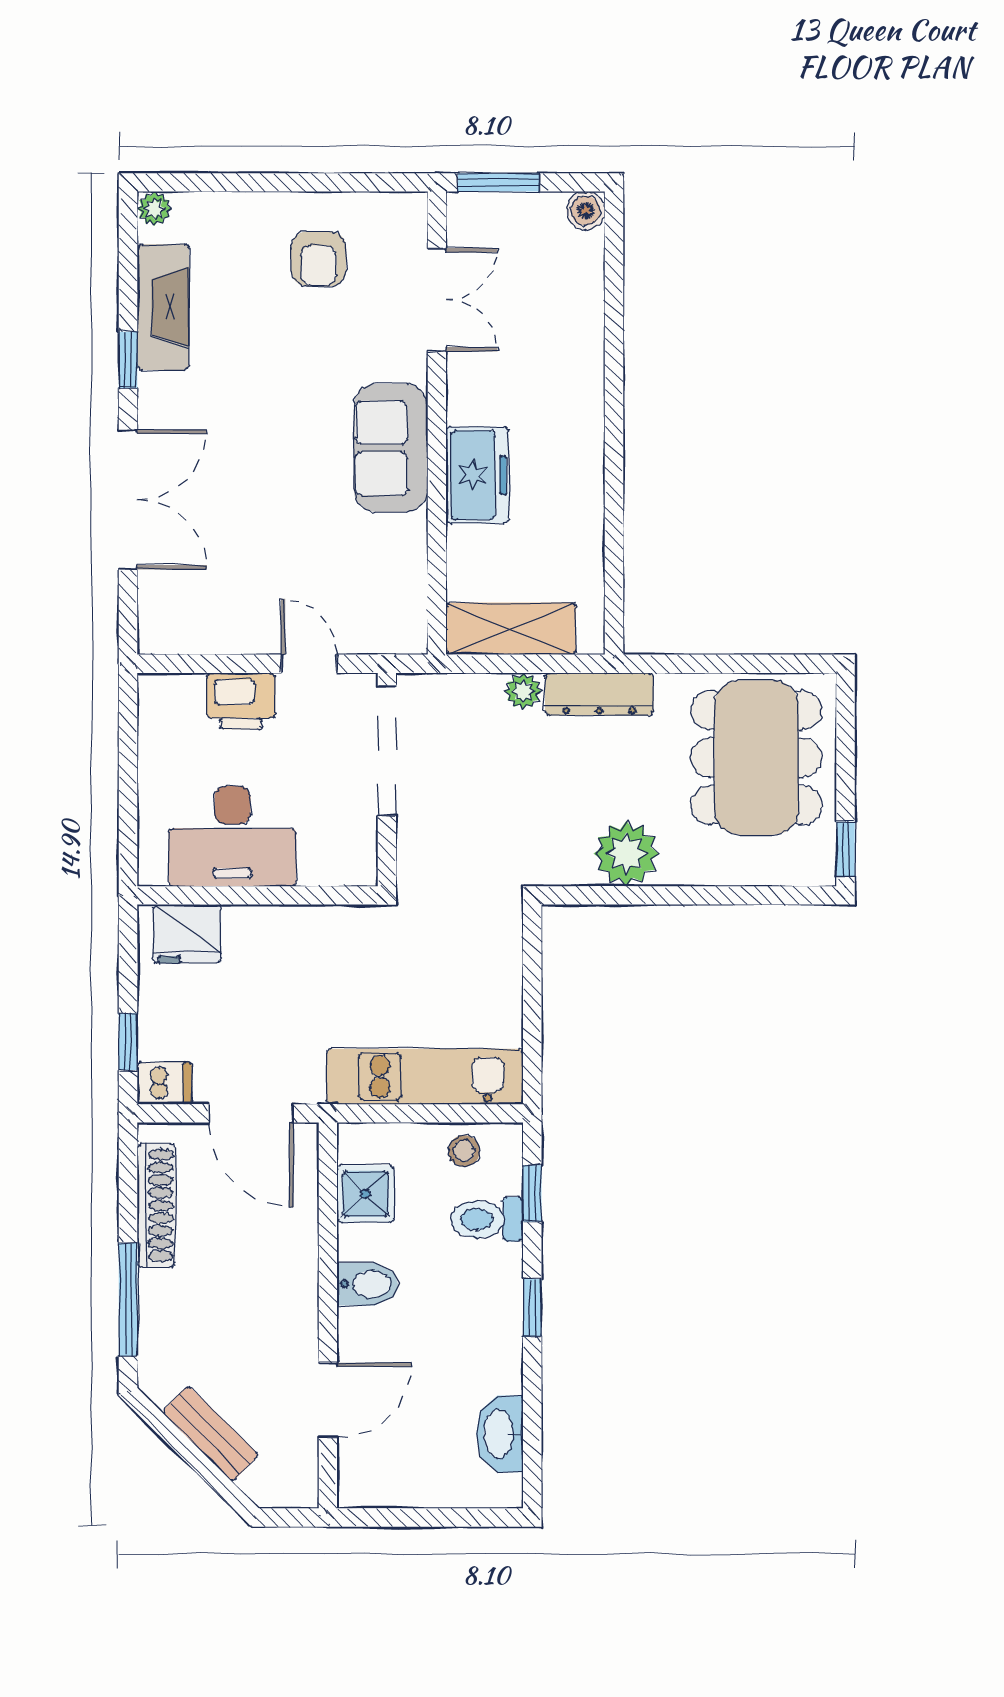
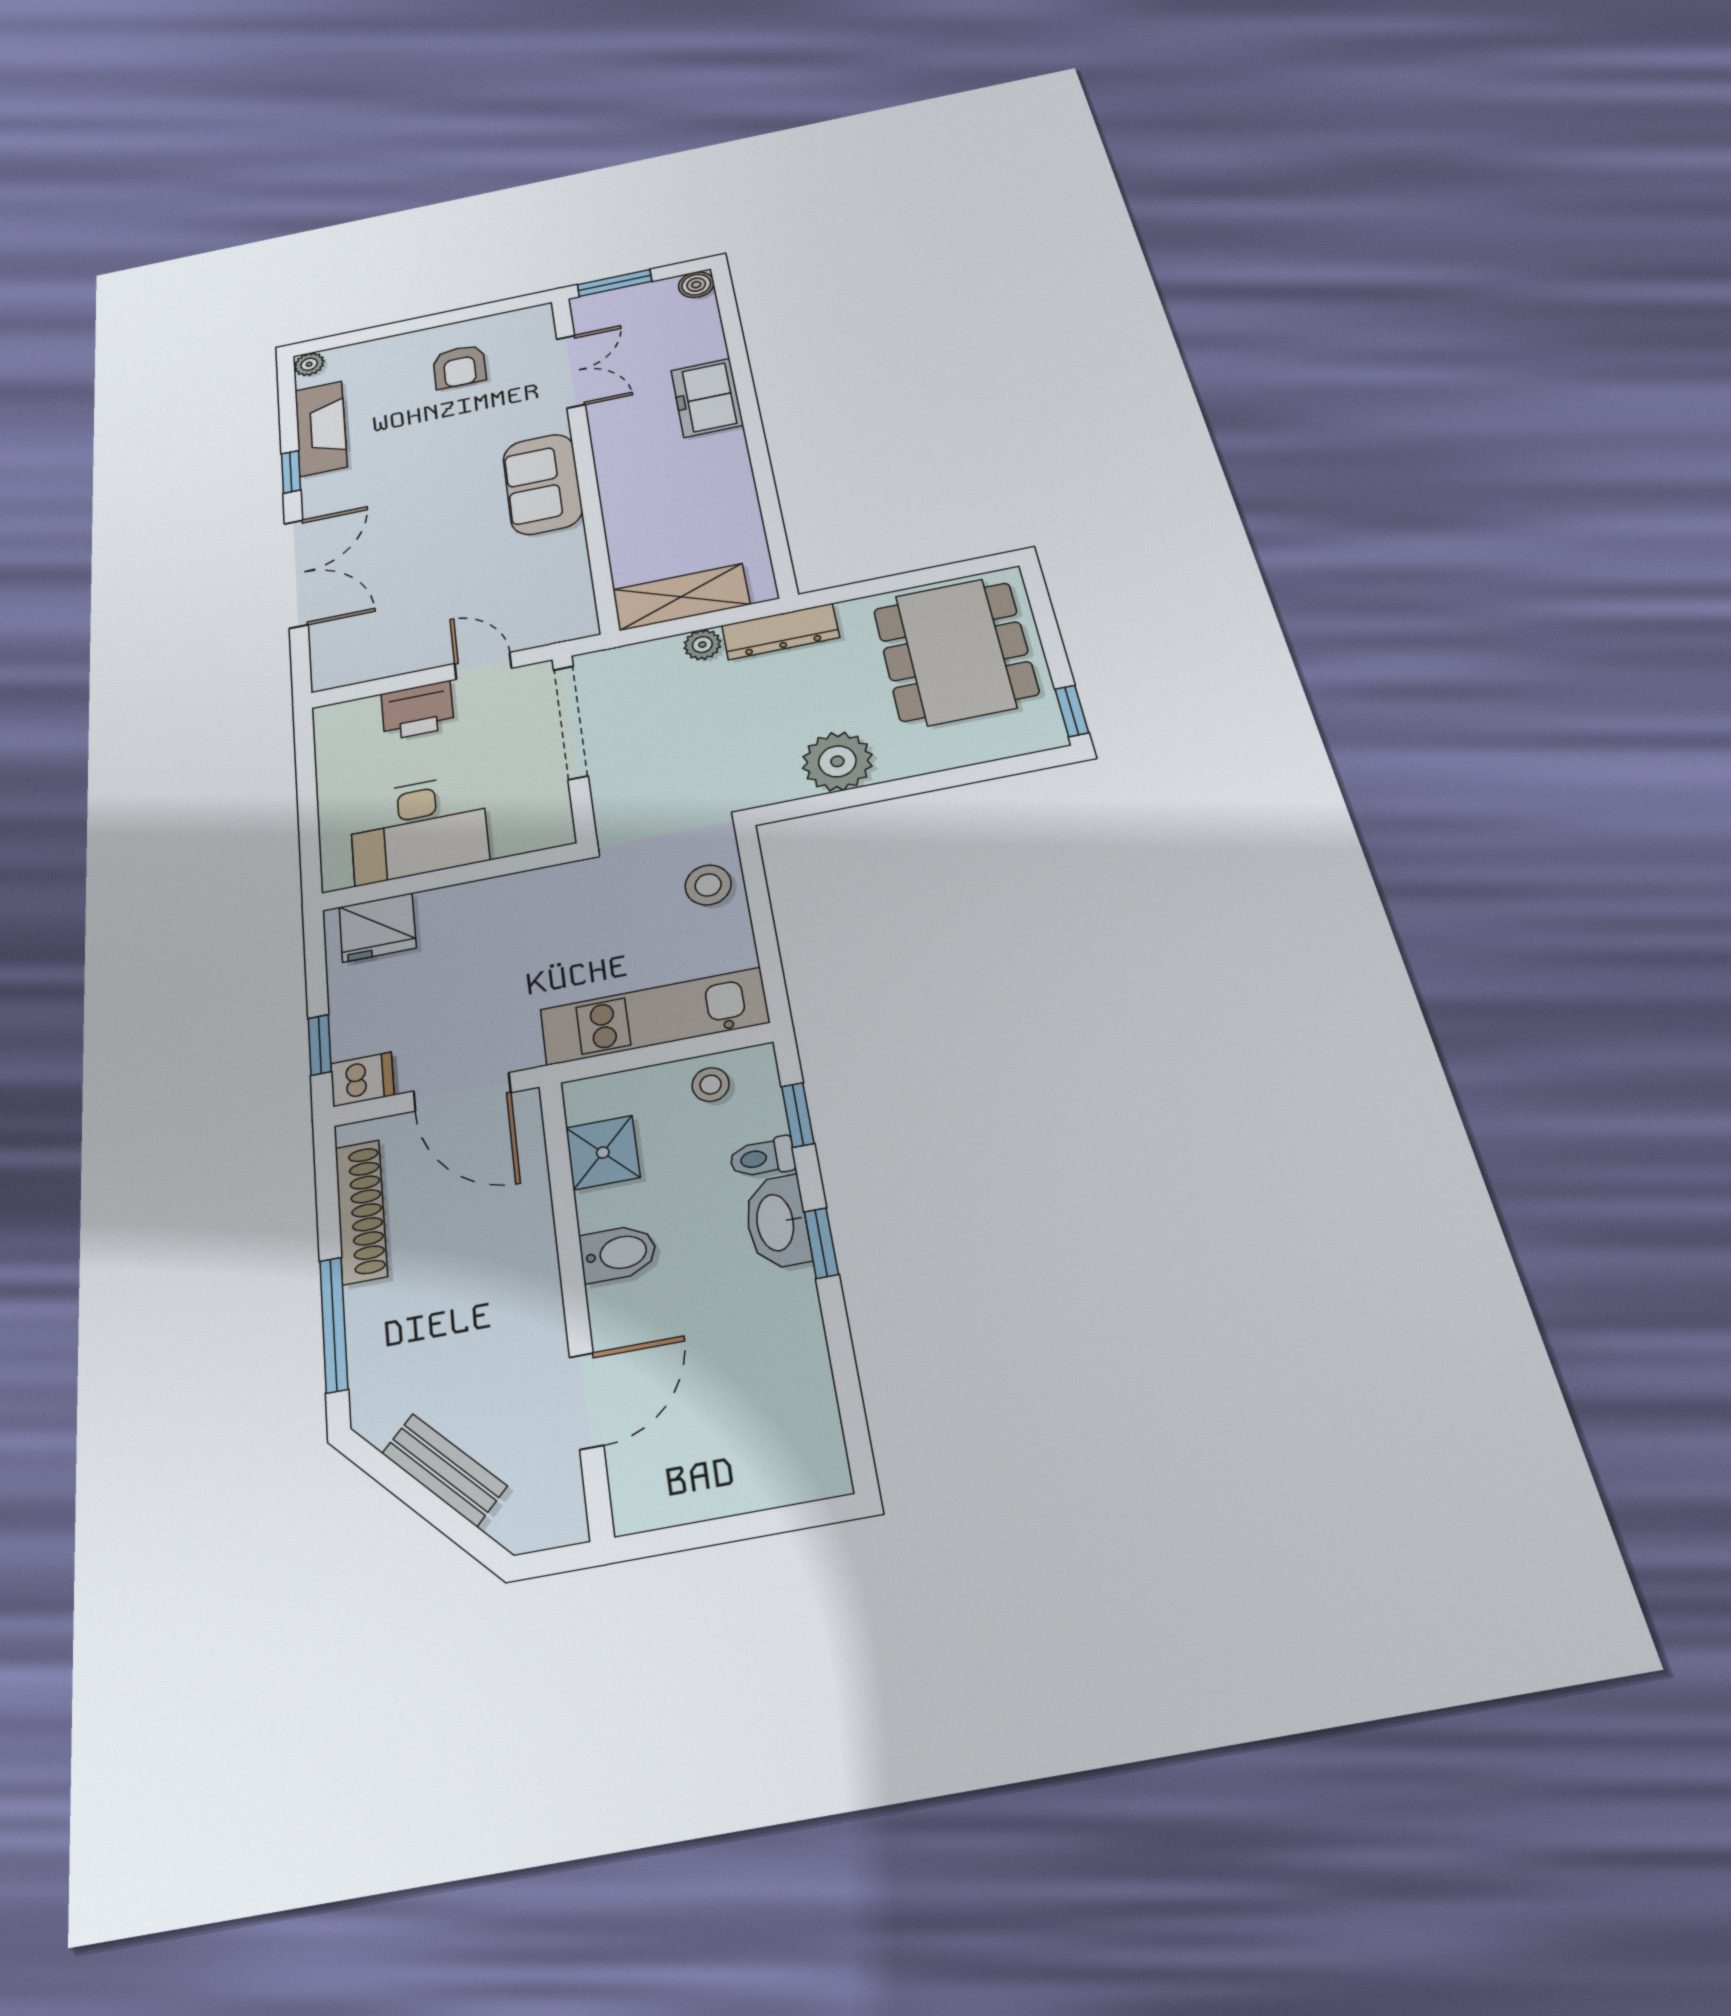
freezer: (477, 475) -> (707, 398), moved, turned 180
stool: (490, 957) -> (708, 885), added
toilet: (487, 1219) -> (762, 1158), width x0.73, depth x0.72
washbasin: (500, 1434) -> (777, 1222), moved

